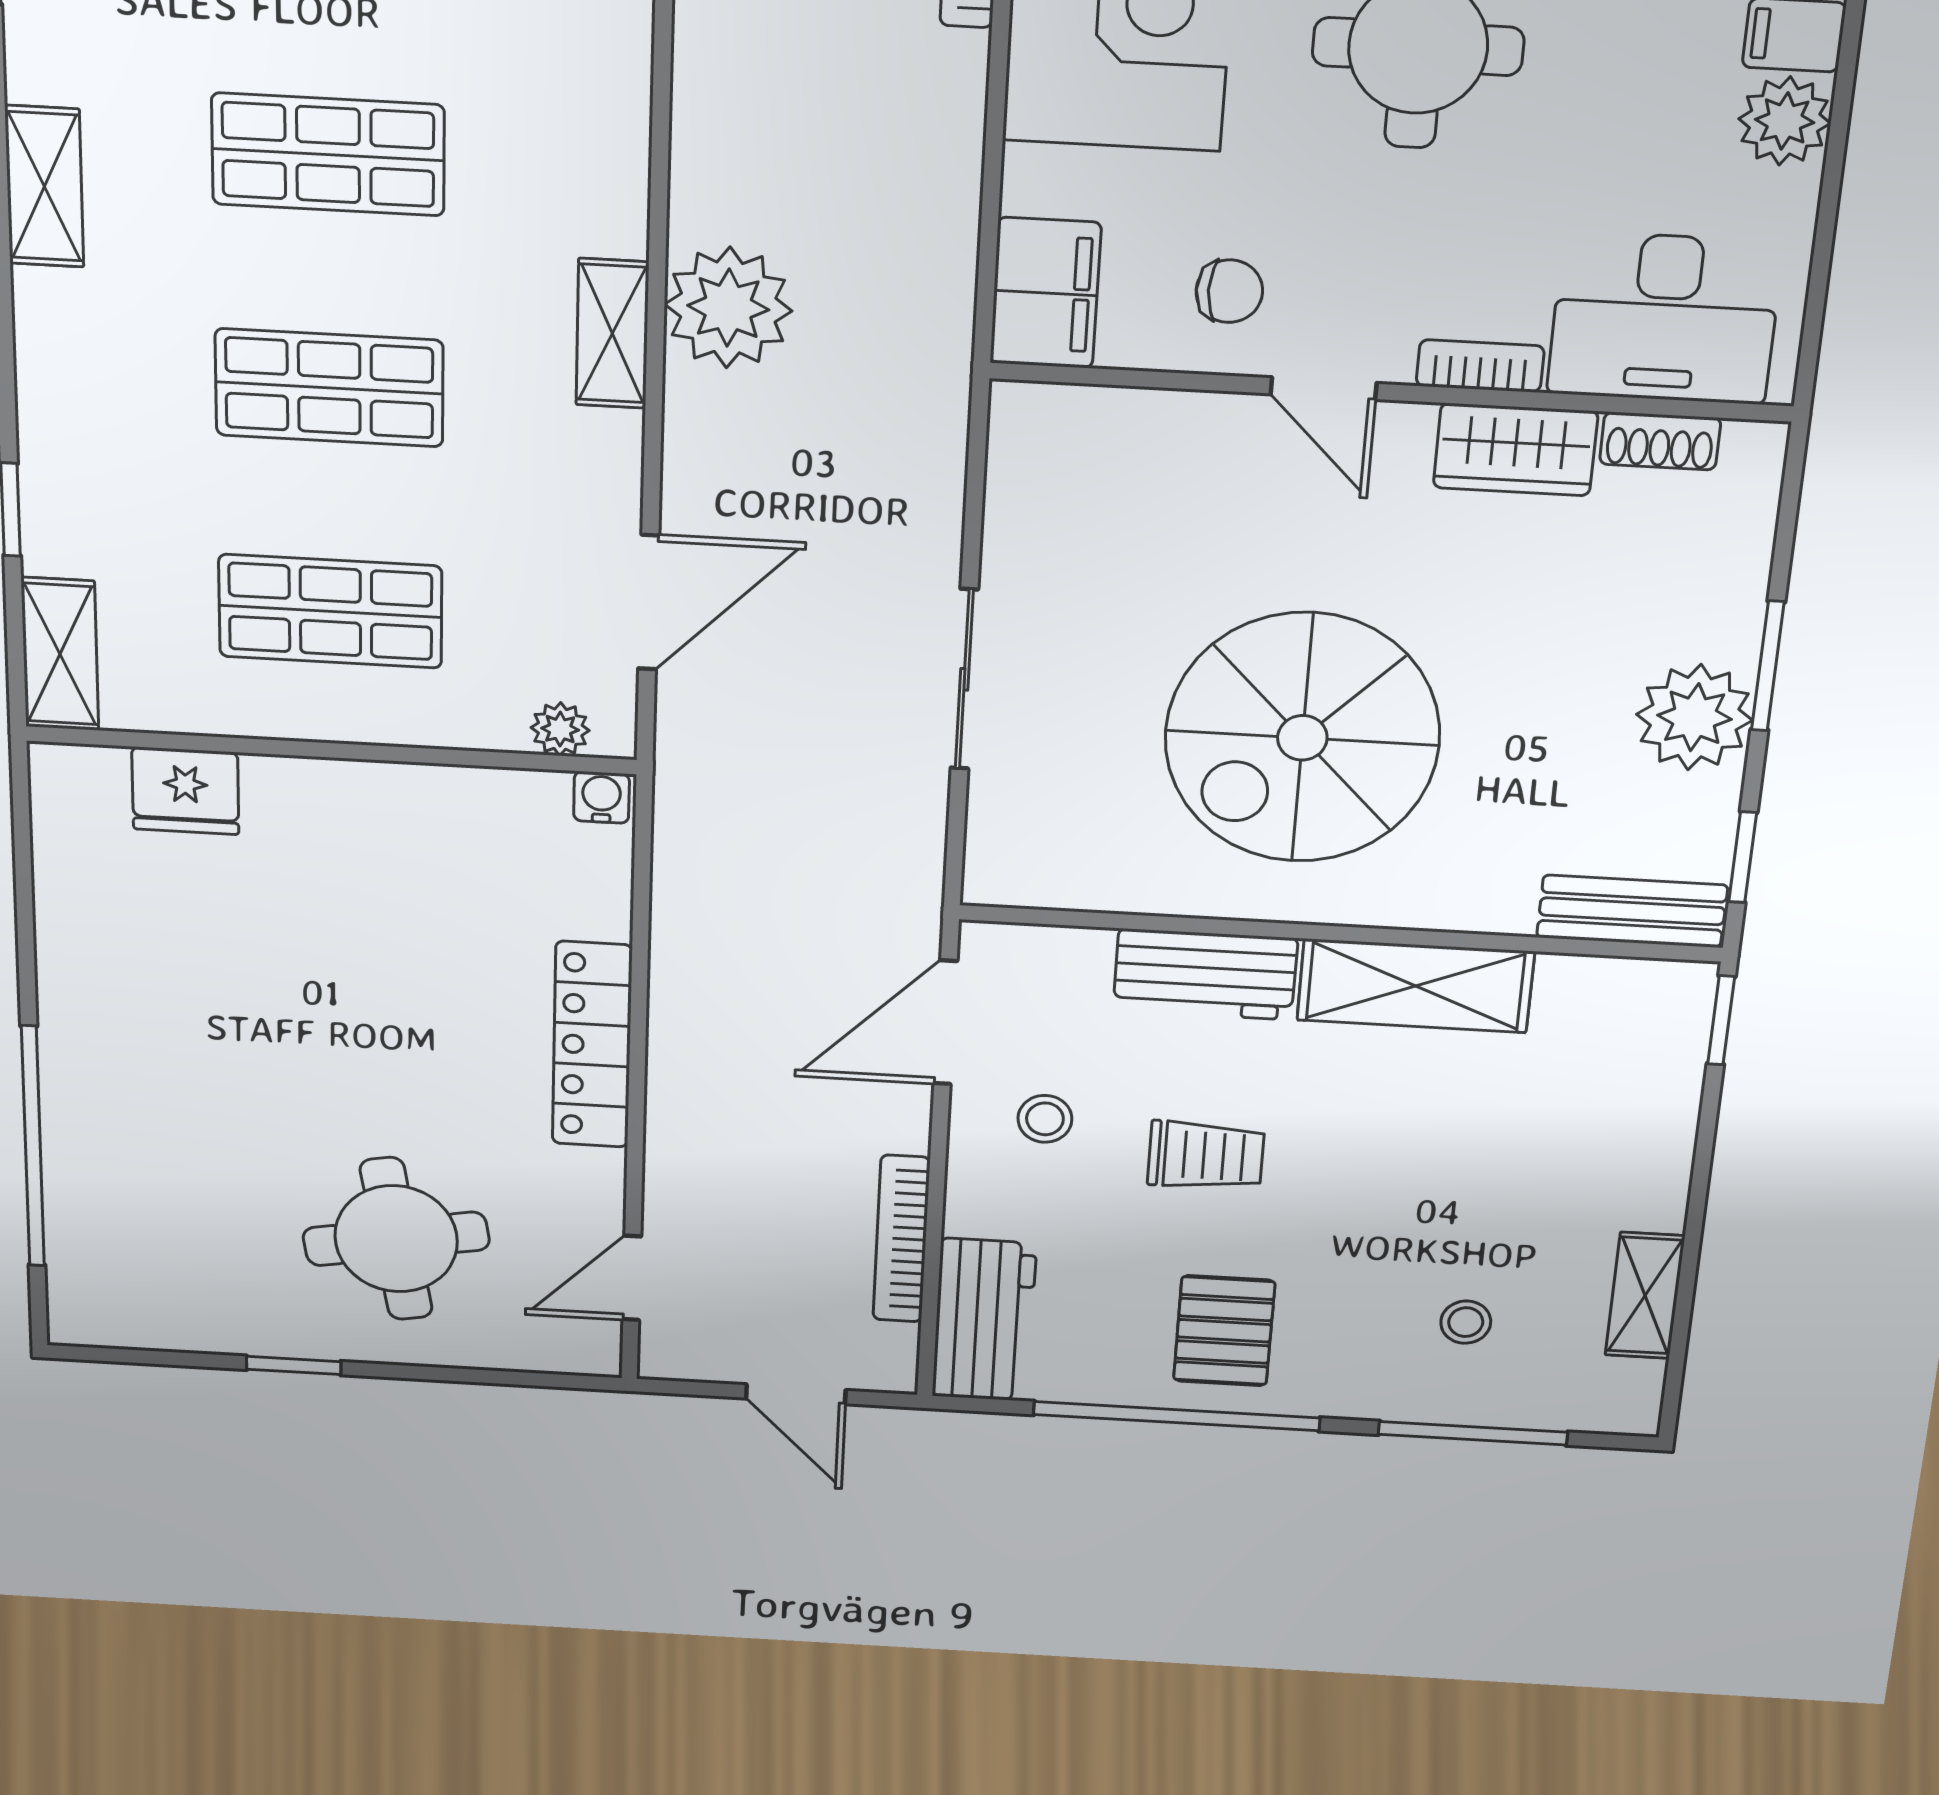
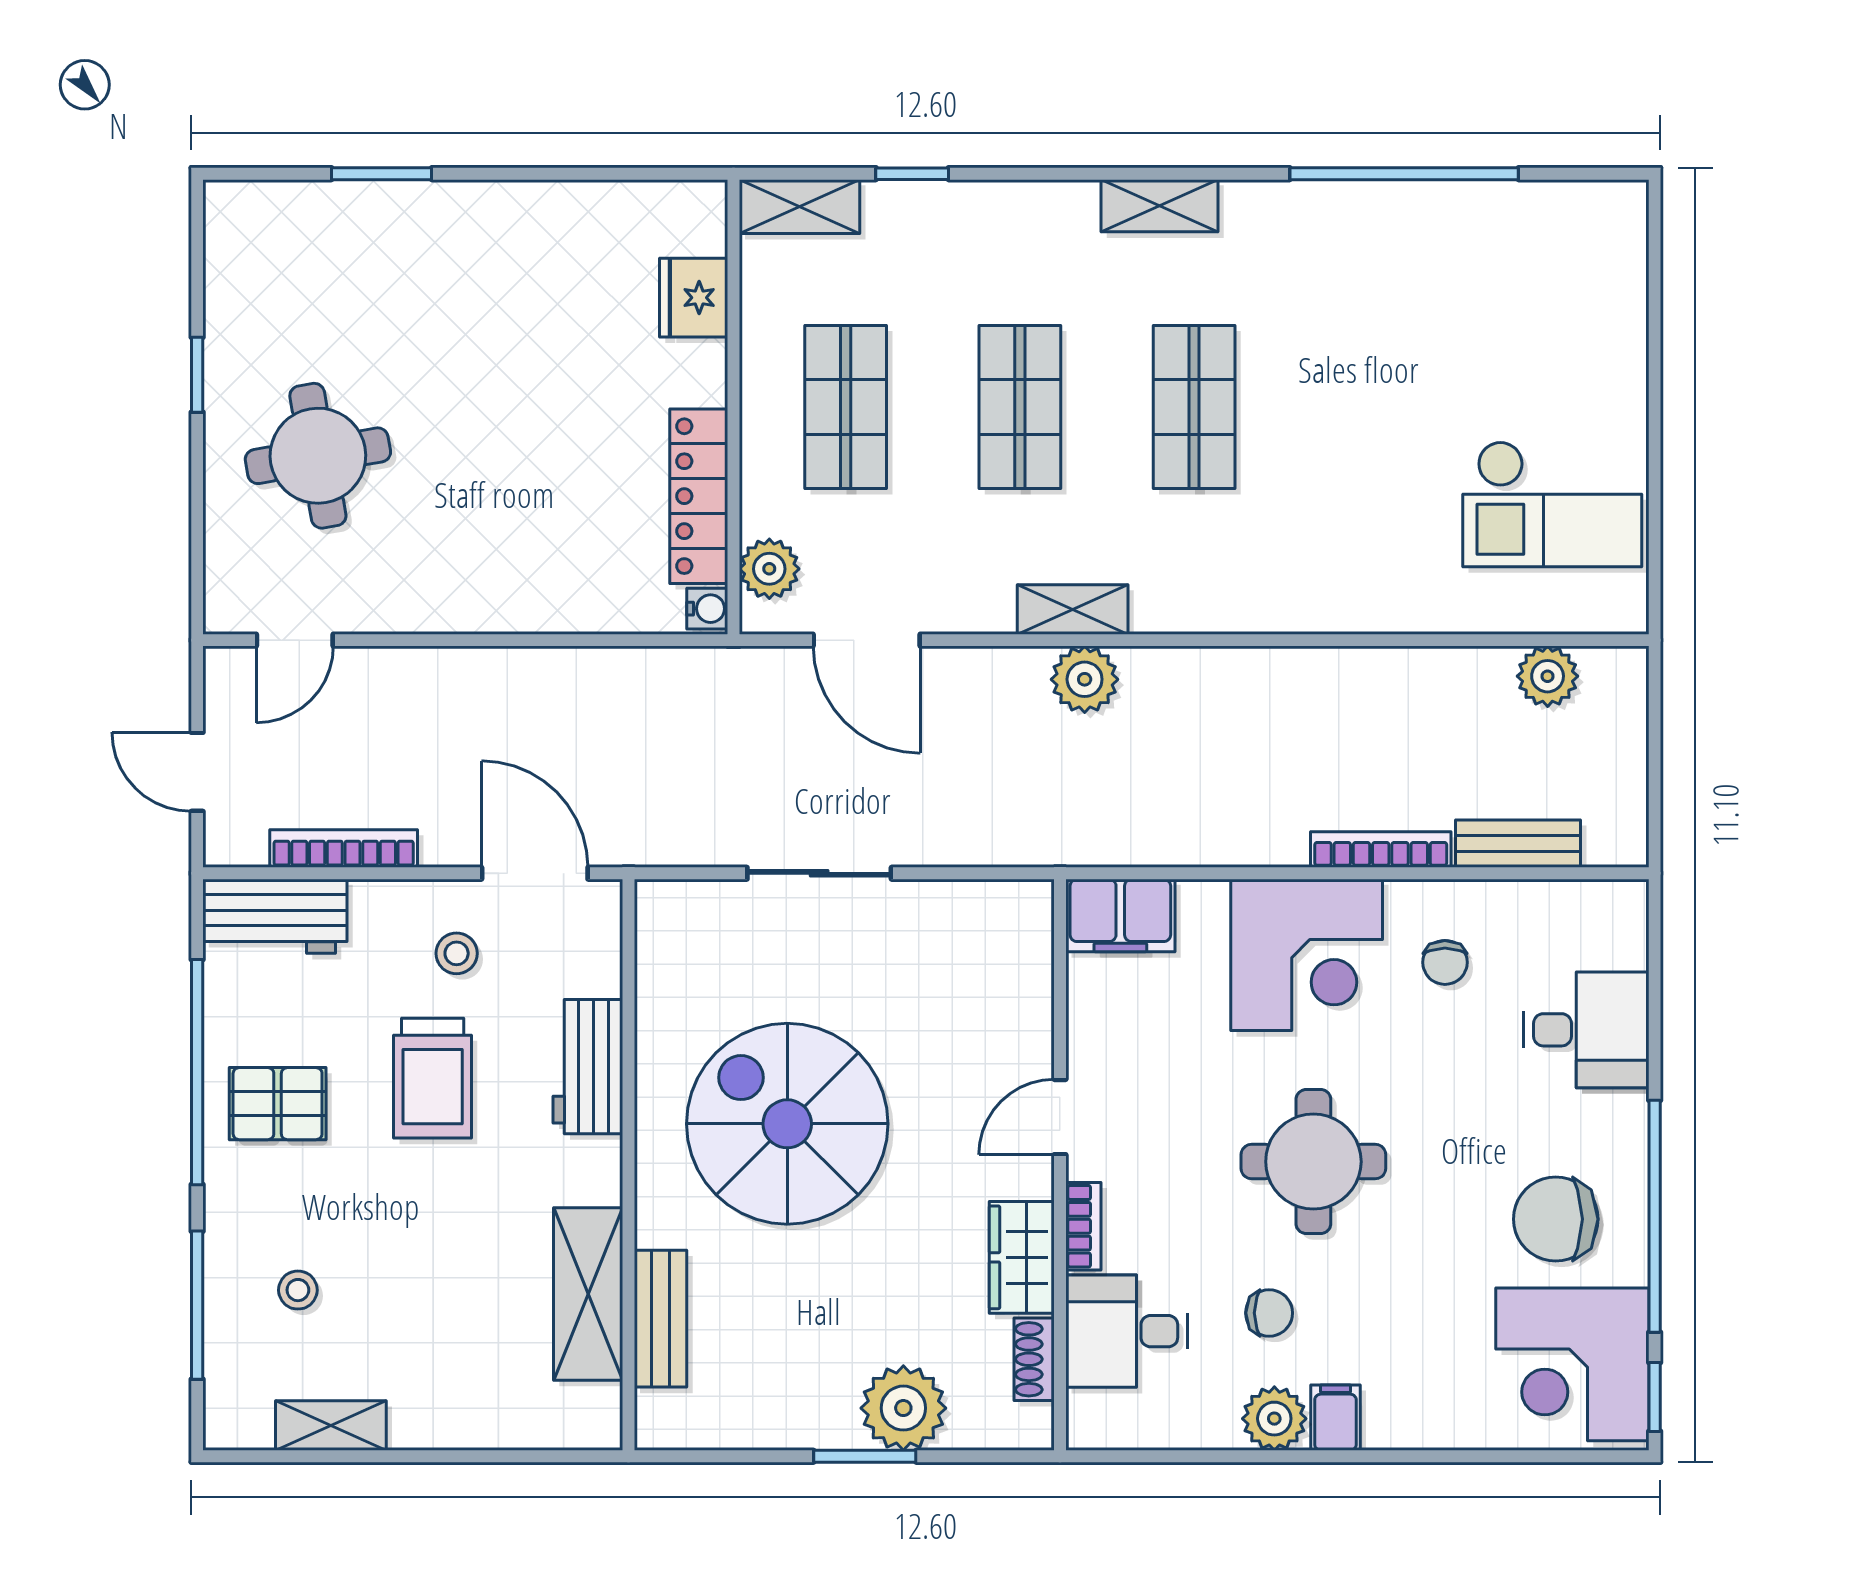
chair: (1229, 291) -> (1269, 1313), moved, turned -90
plant: (728, 308) -> (1085, 679), width x0.73, depth x0.73
desk: (1665, 318) -> (1127, 1331), width x0.73
plant: (1695, 717) -> (903, 1408), moved
plant: (560, 729) -> (769, 569), width x1.38, depth x1.38
window: (1743, 857) -> (710, 1456), removed
bench: (1632, 911) -> (661, 1319), moved
shelving: (1416, 986) -> (588, 1294), moved
window: (1721, 1020) -> (574, 1456), removed
locker: (592, 1045) -> (699, 496), moved, turned -90
window: (33, 1147) -> (382, 174), width x0.47
trolley: (1206, 1155) -> (433, 1078), width x1.36, depth x1.39
door: (632, 1278) -> (295, 640), swing flipped
door: (796, 1394) -> (197, 772), hinge flipped

